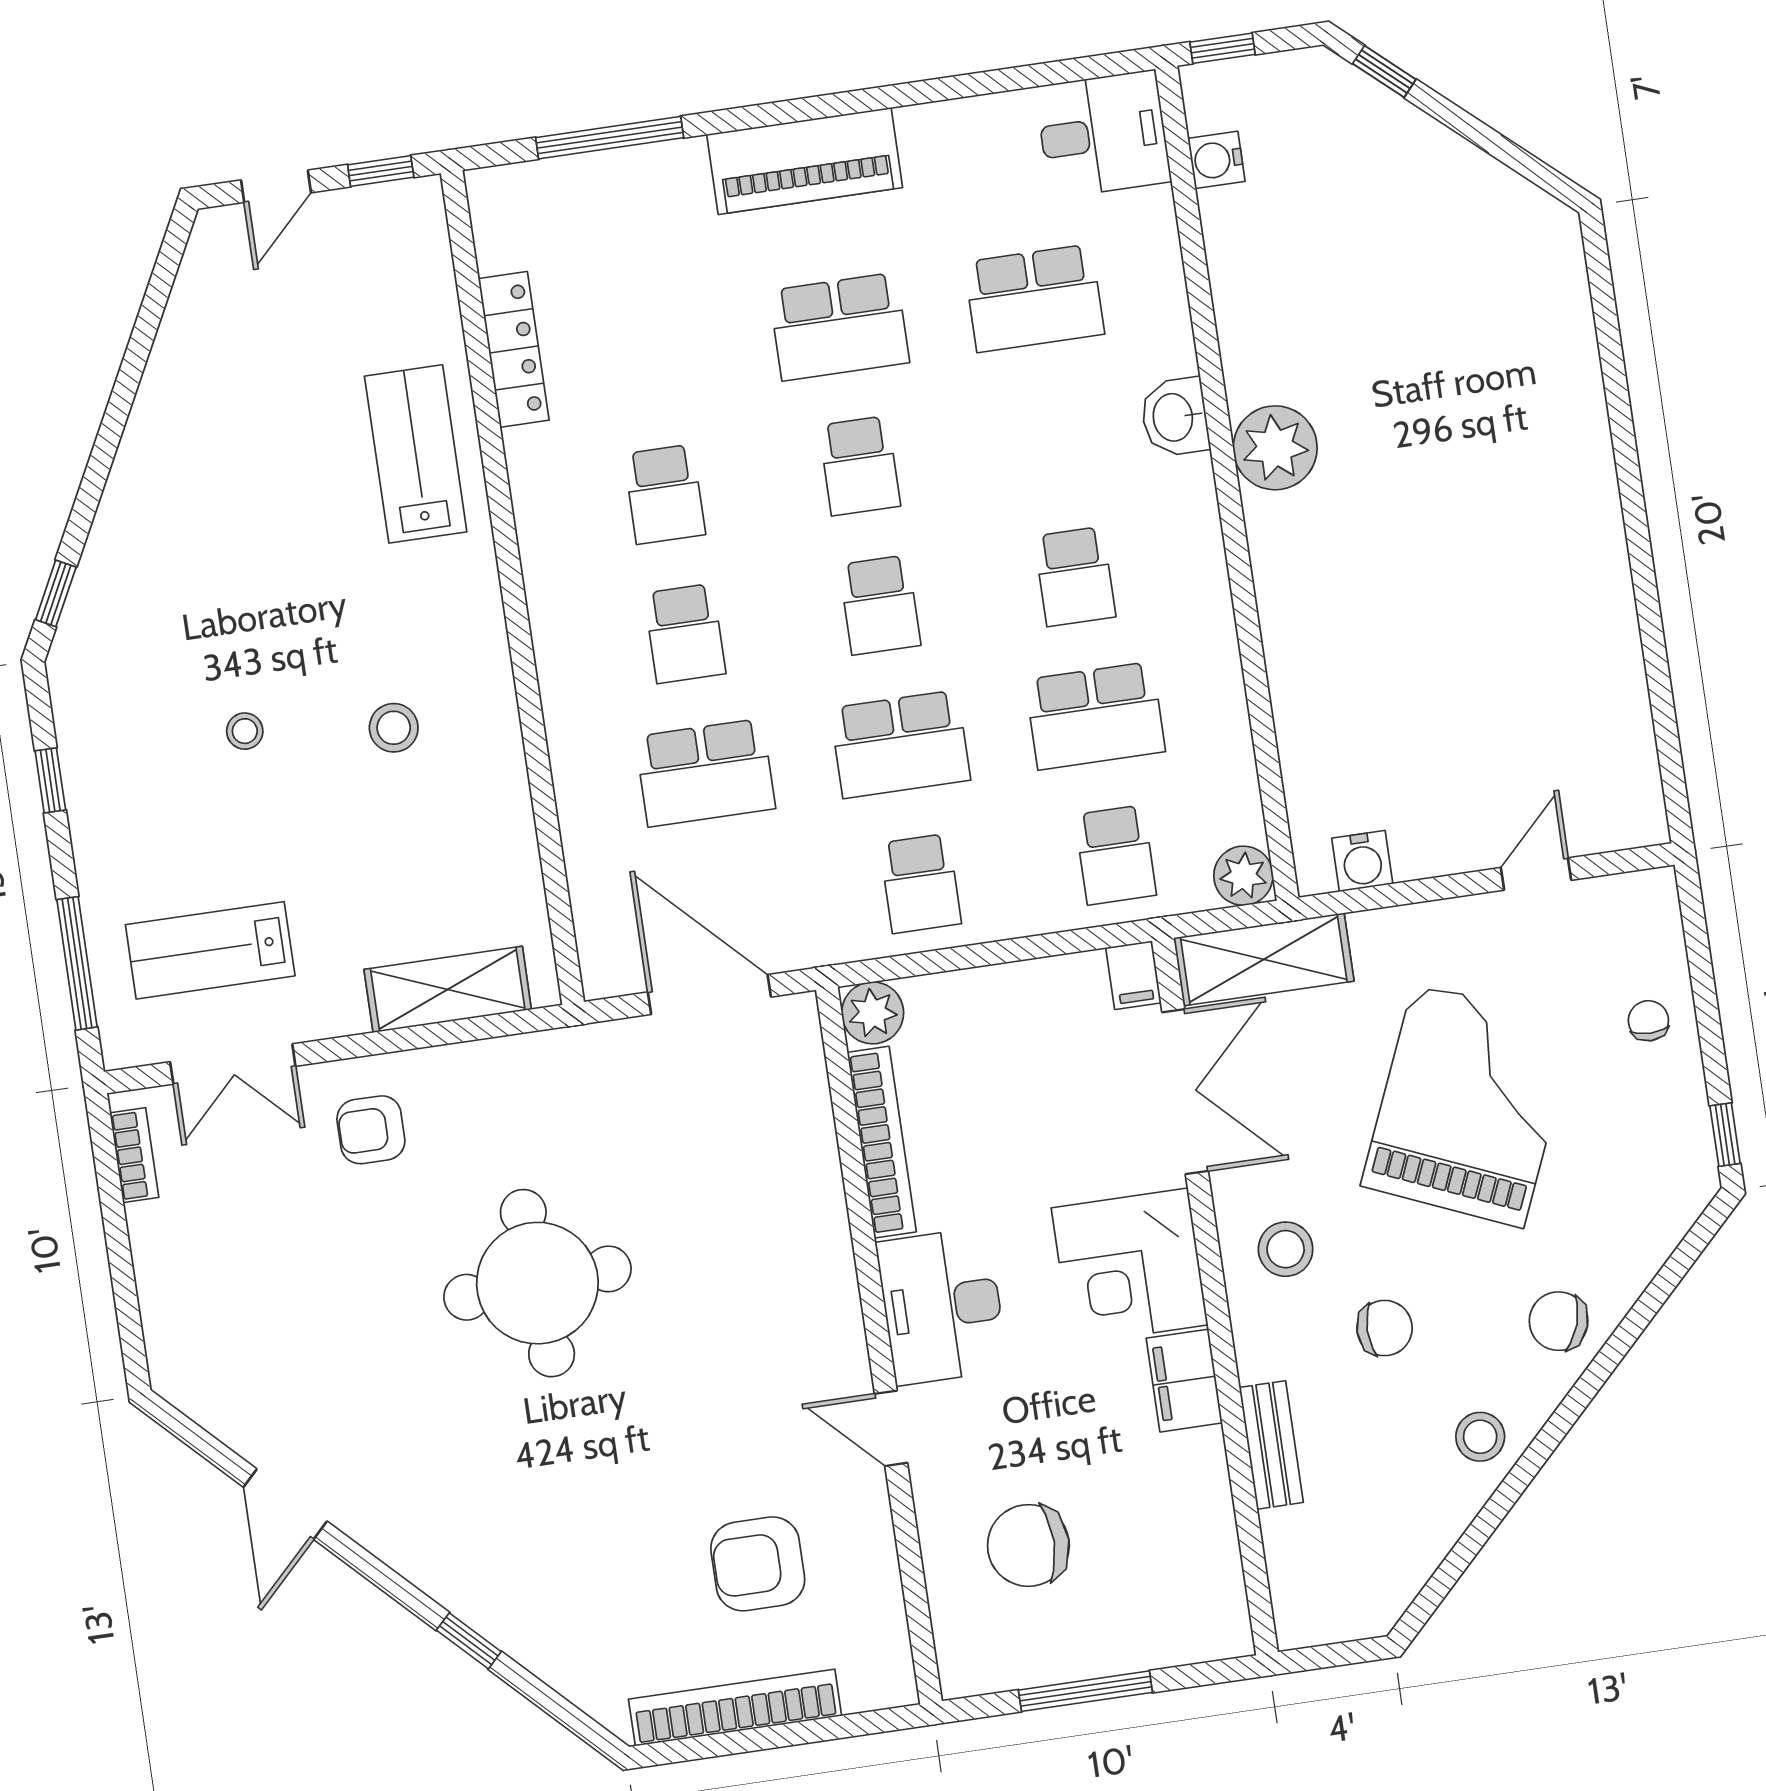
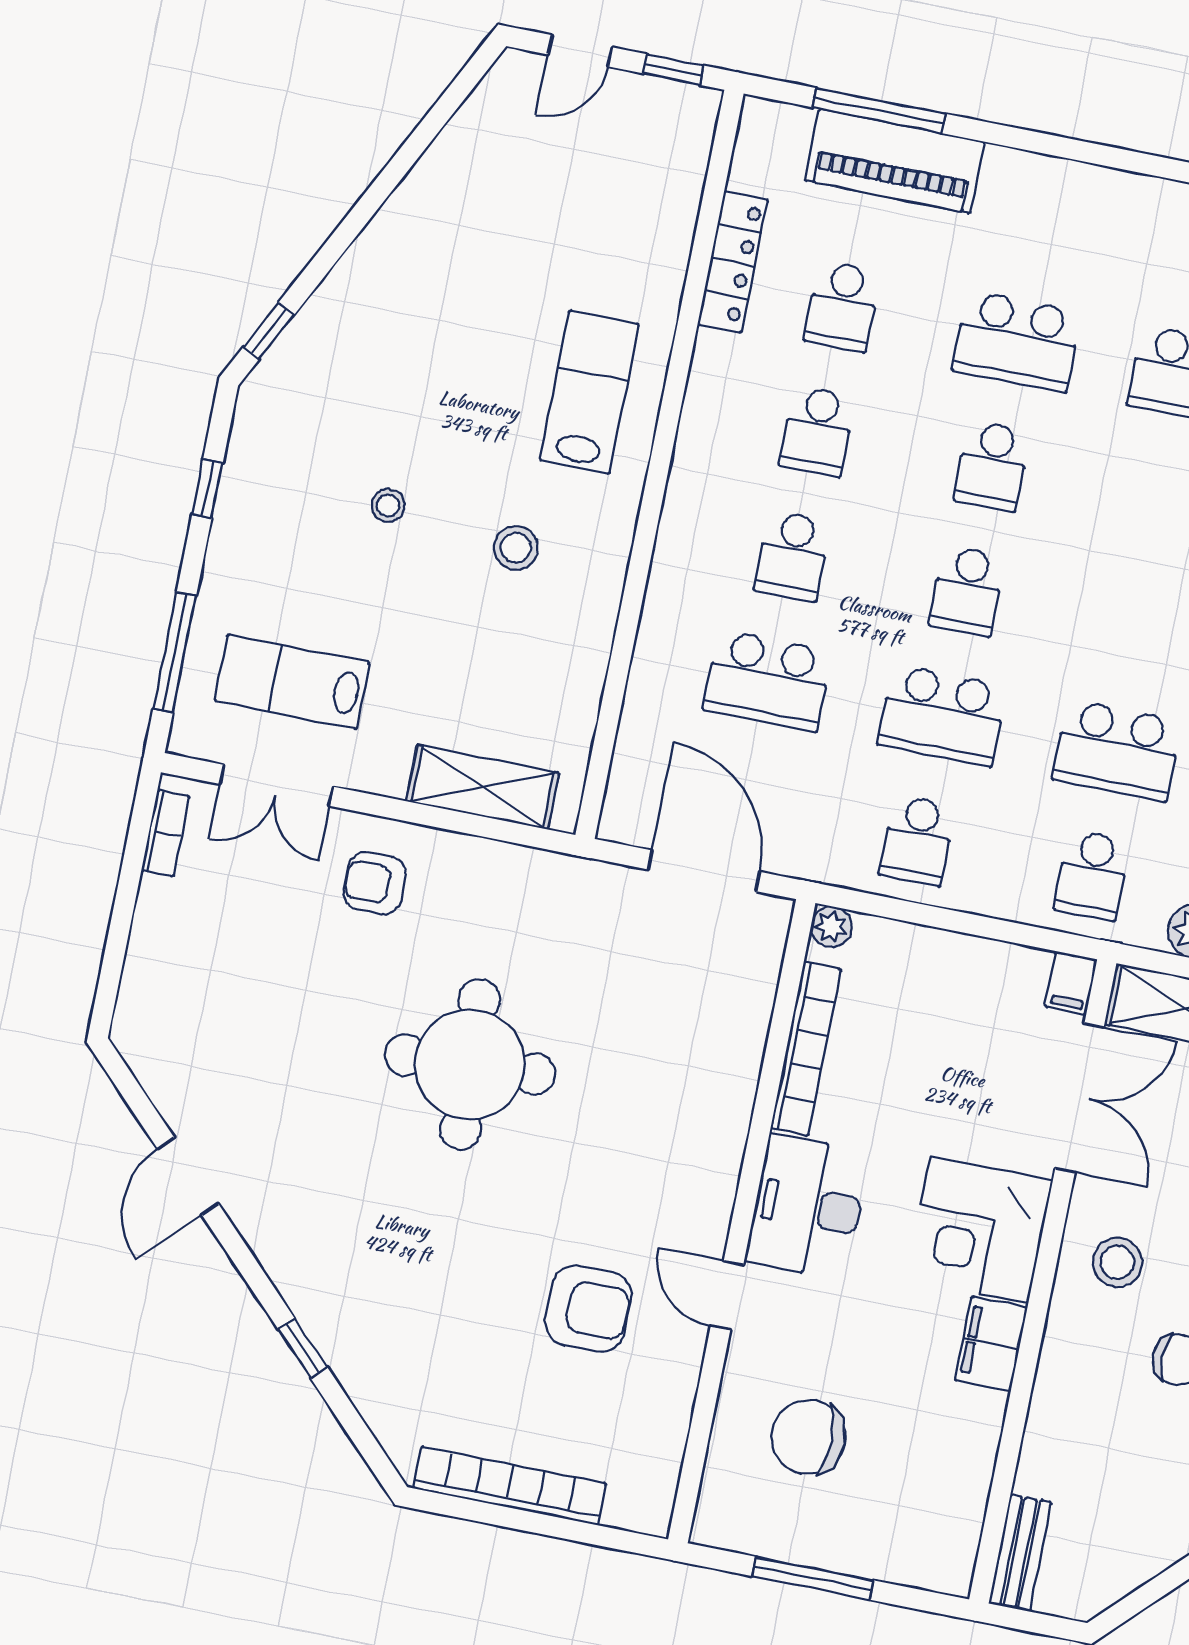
piano: (805, 161) -> (895, 161), moved
lab bench: (416, 454) -> (589, 392), moved
school desk: (1075, 577) -> (842, 306), moved
plant: (873, 1013) -> (831, 927), width x0.73, depth x0.73
bench: (1271, 1445) -> (1020, 1553), moved
armchair: (758, 1564) -> (588, 1309), moved, turned 180

